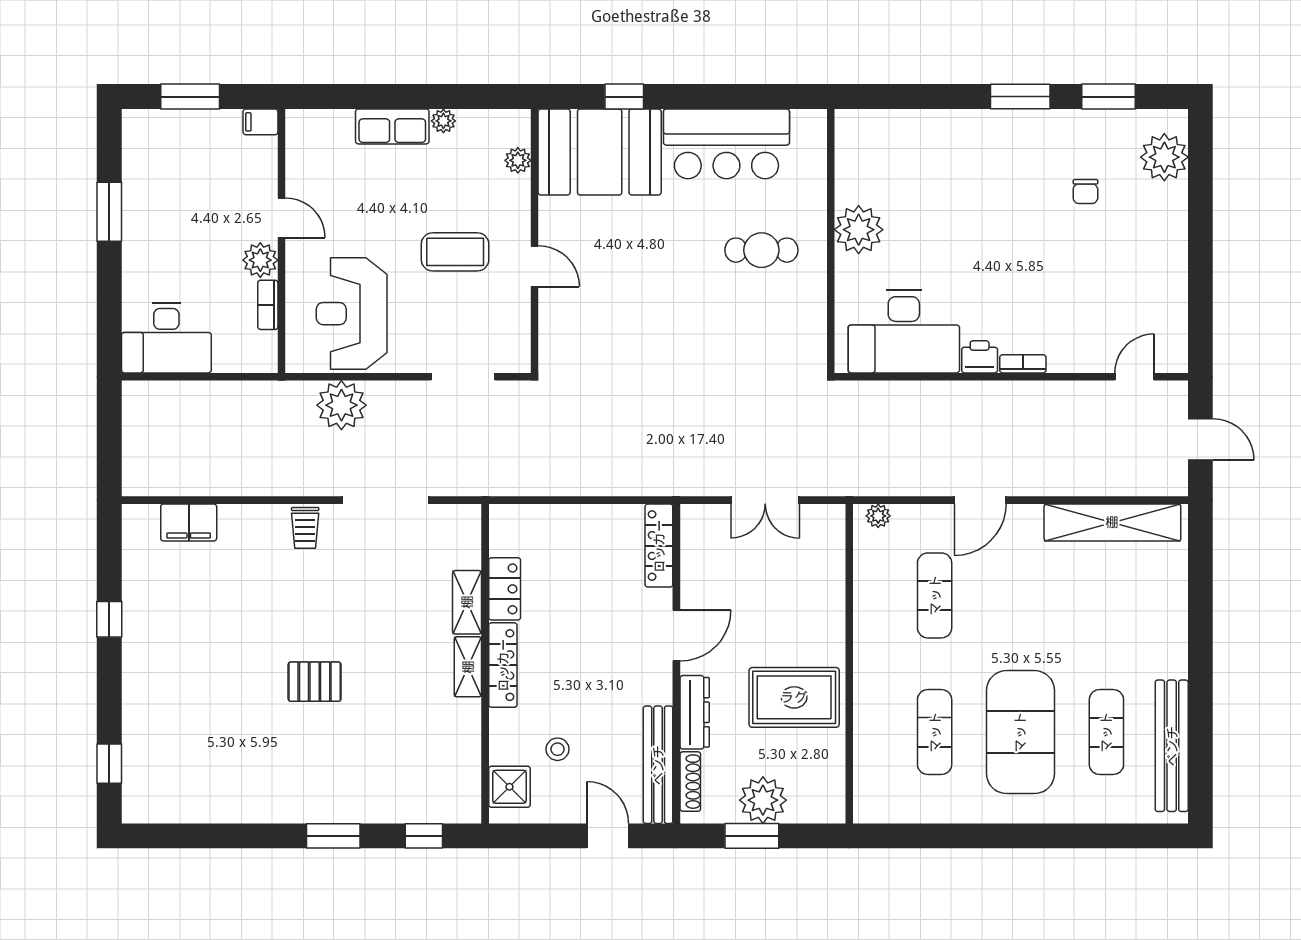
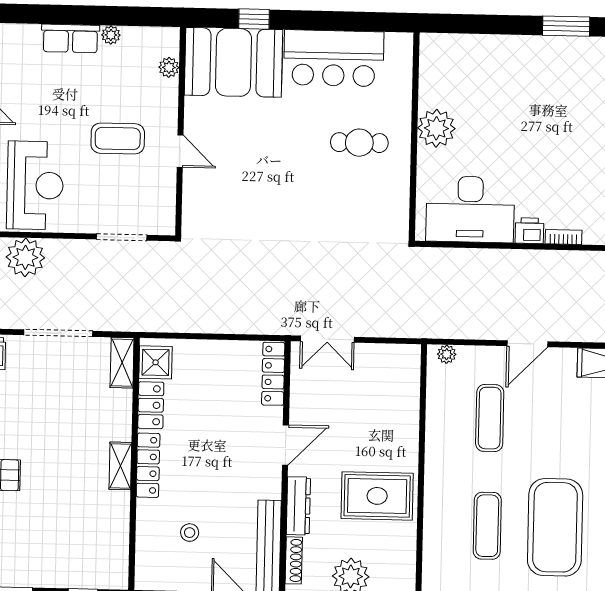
reception desk: (352, 314) -> (35, 185), turned 180
double door: (765, 500) -> (327, 339), moved
shelving: (467, 602) -> (122, 363), moved
shower: (509, 787) -> (156, 362), moved

